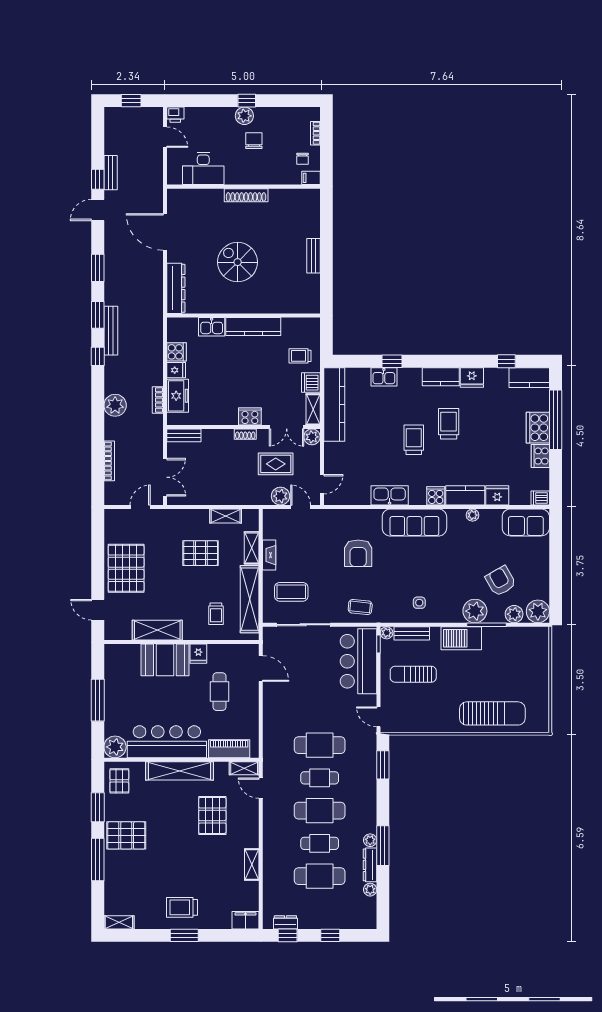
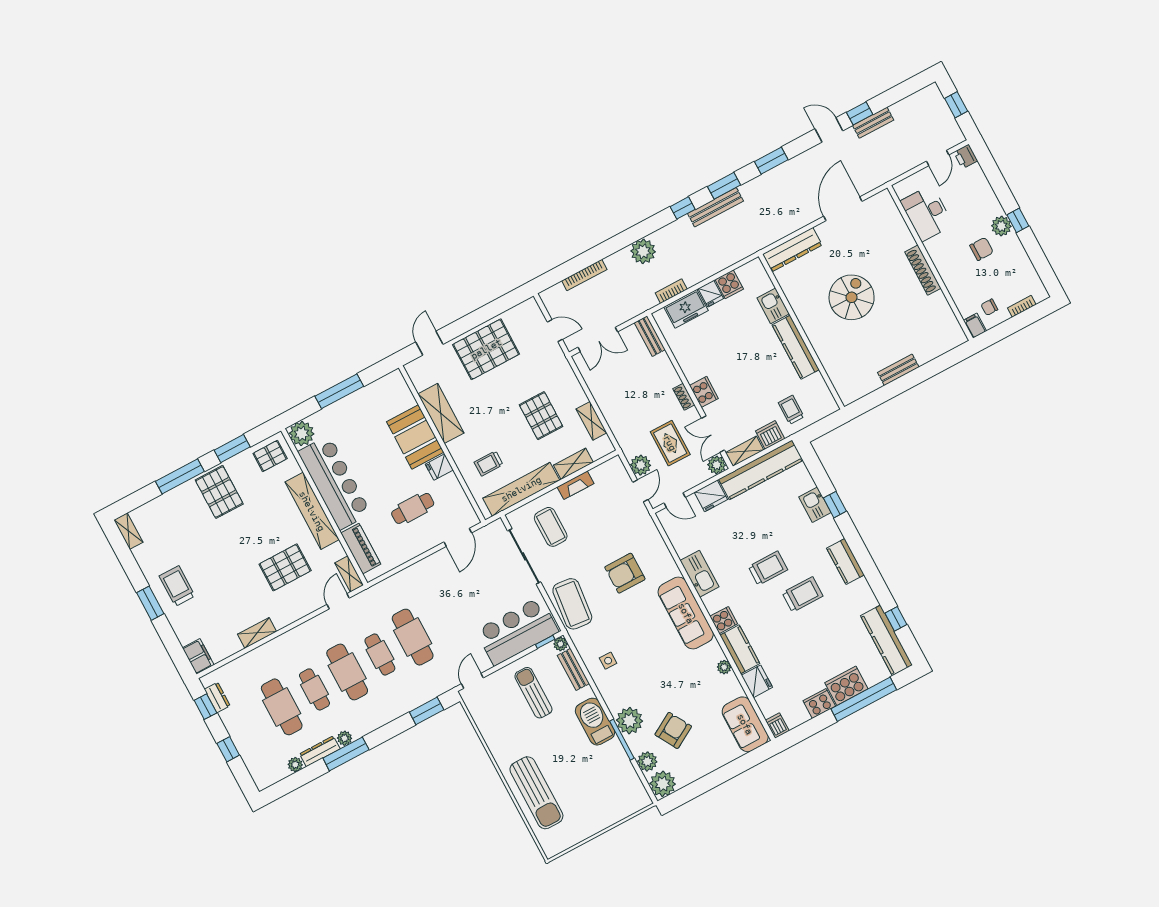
fridge: (472, 377) -> (711, 496), moved, turned -90
kitchen counter: (529, 378) -> (886, 640), width x1.50
coffee table: (360, 607) -> (572, 604), width x1.86, depth x1.72

